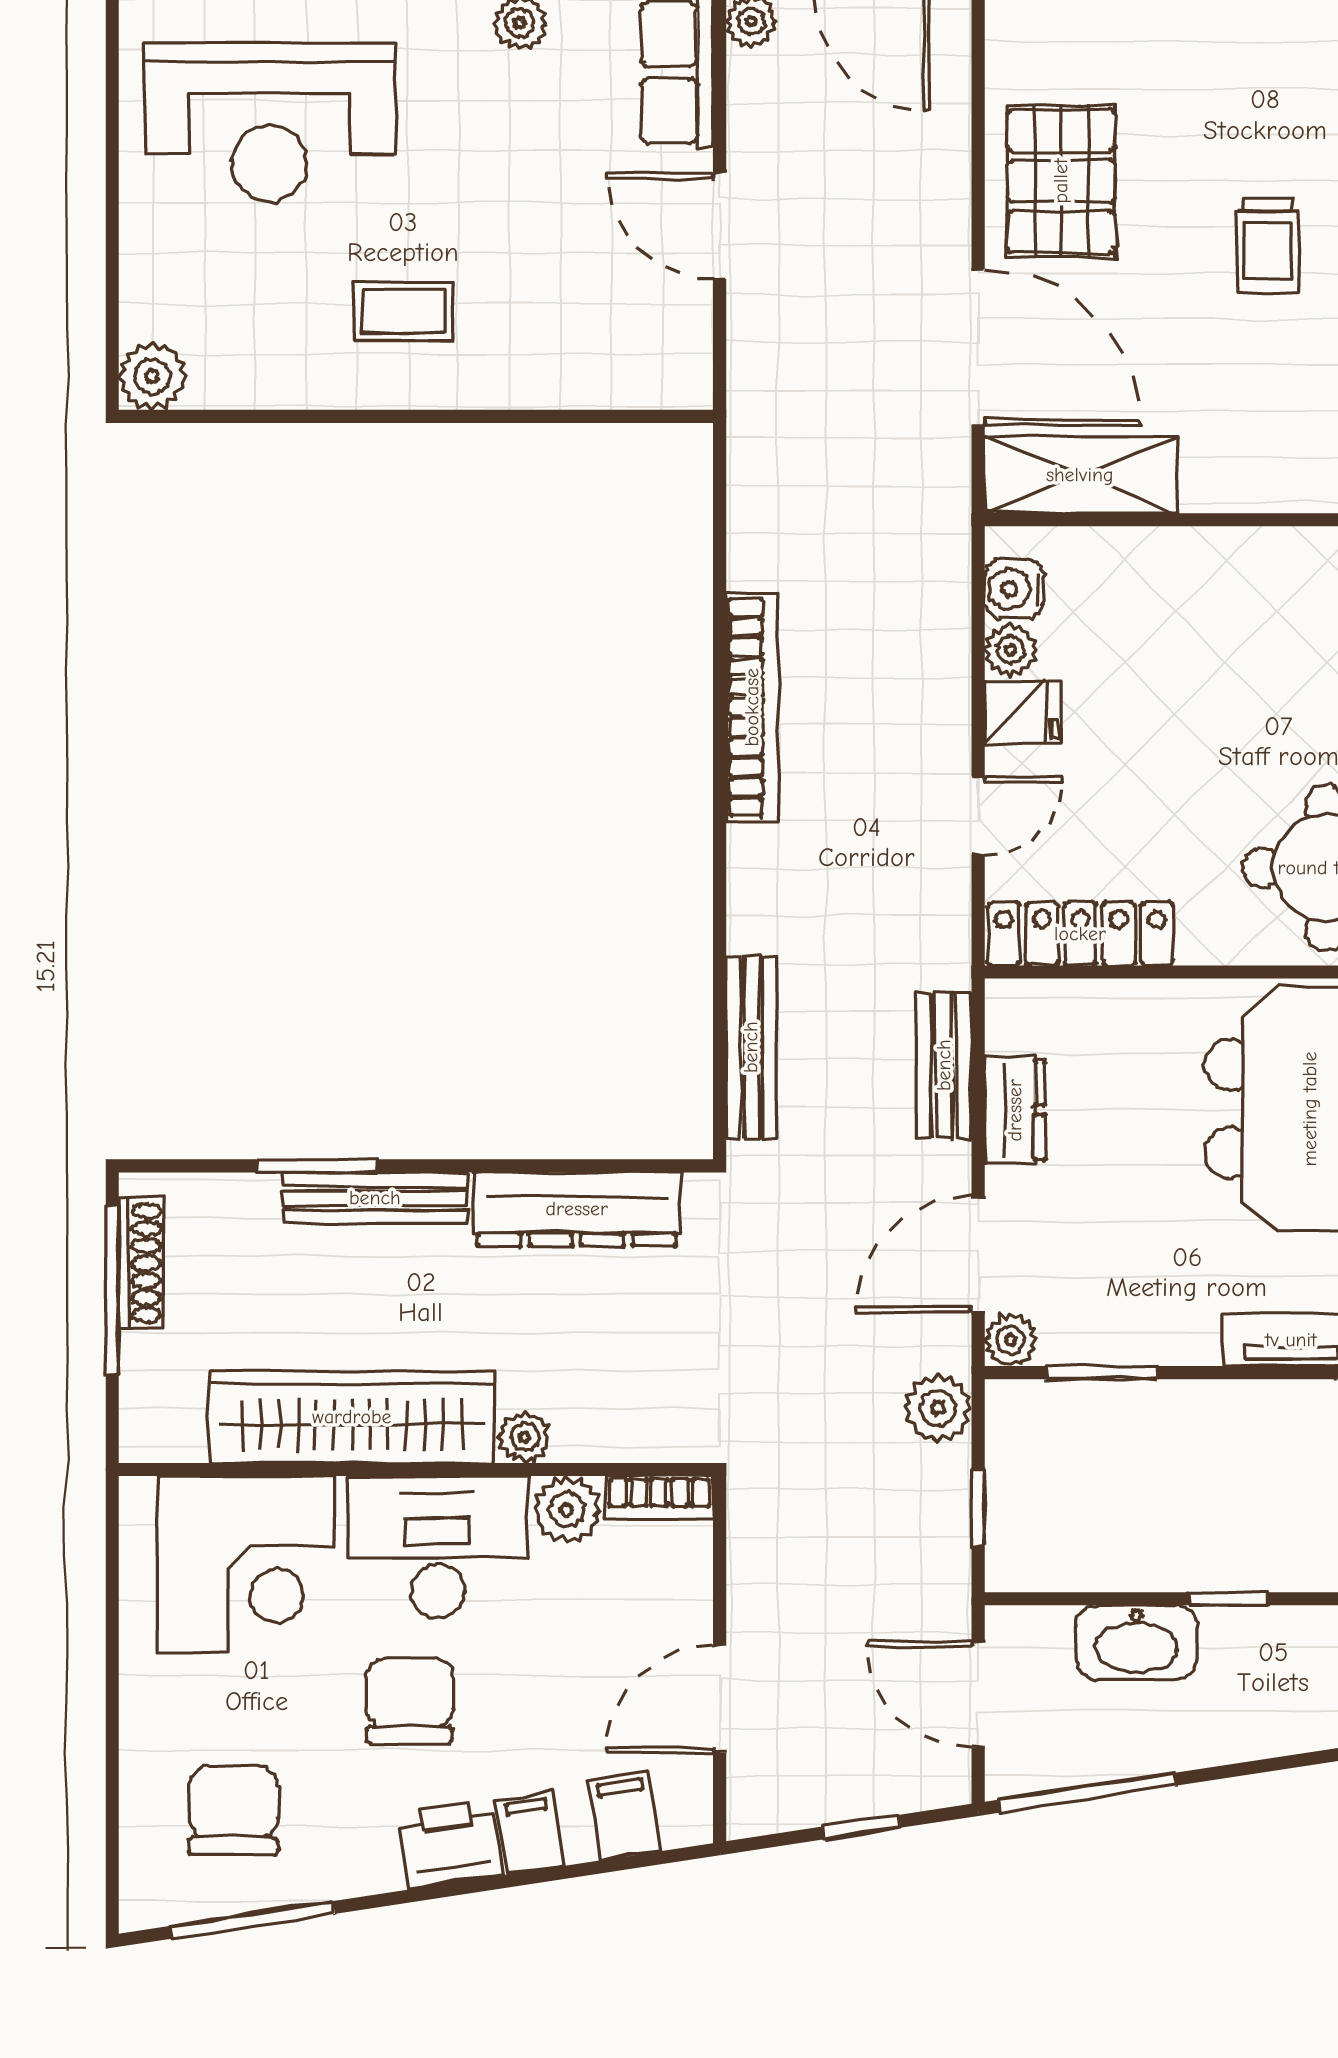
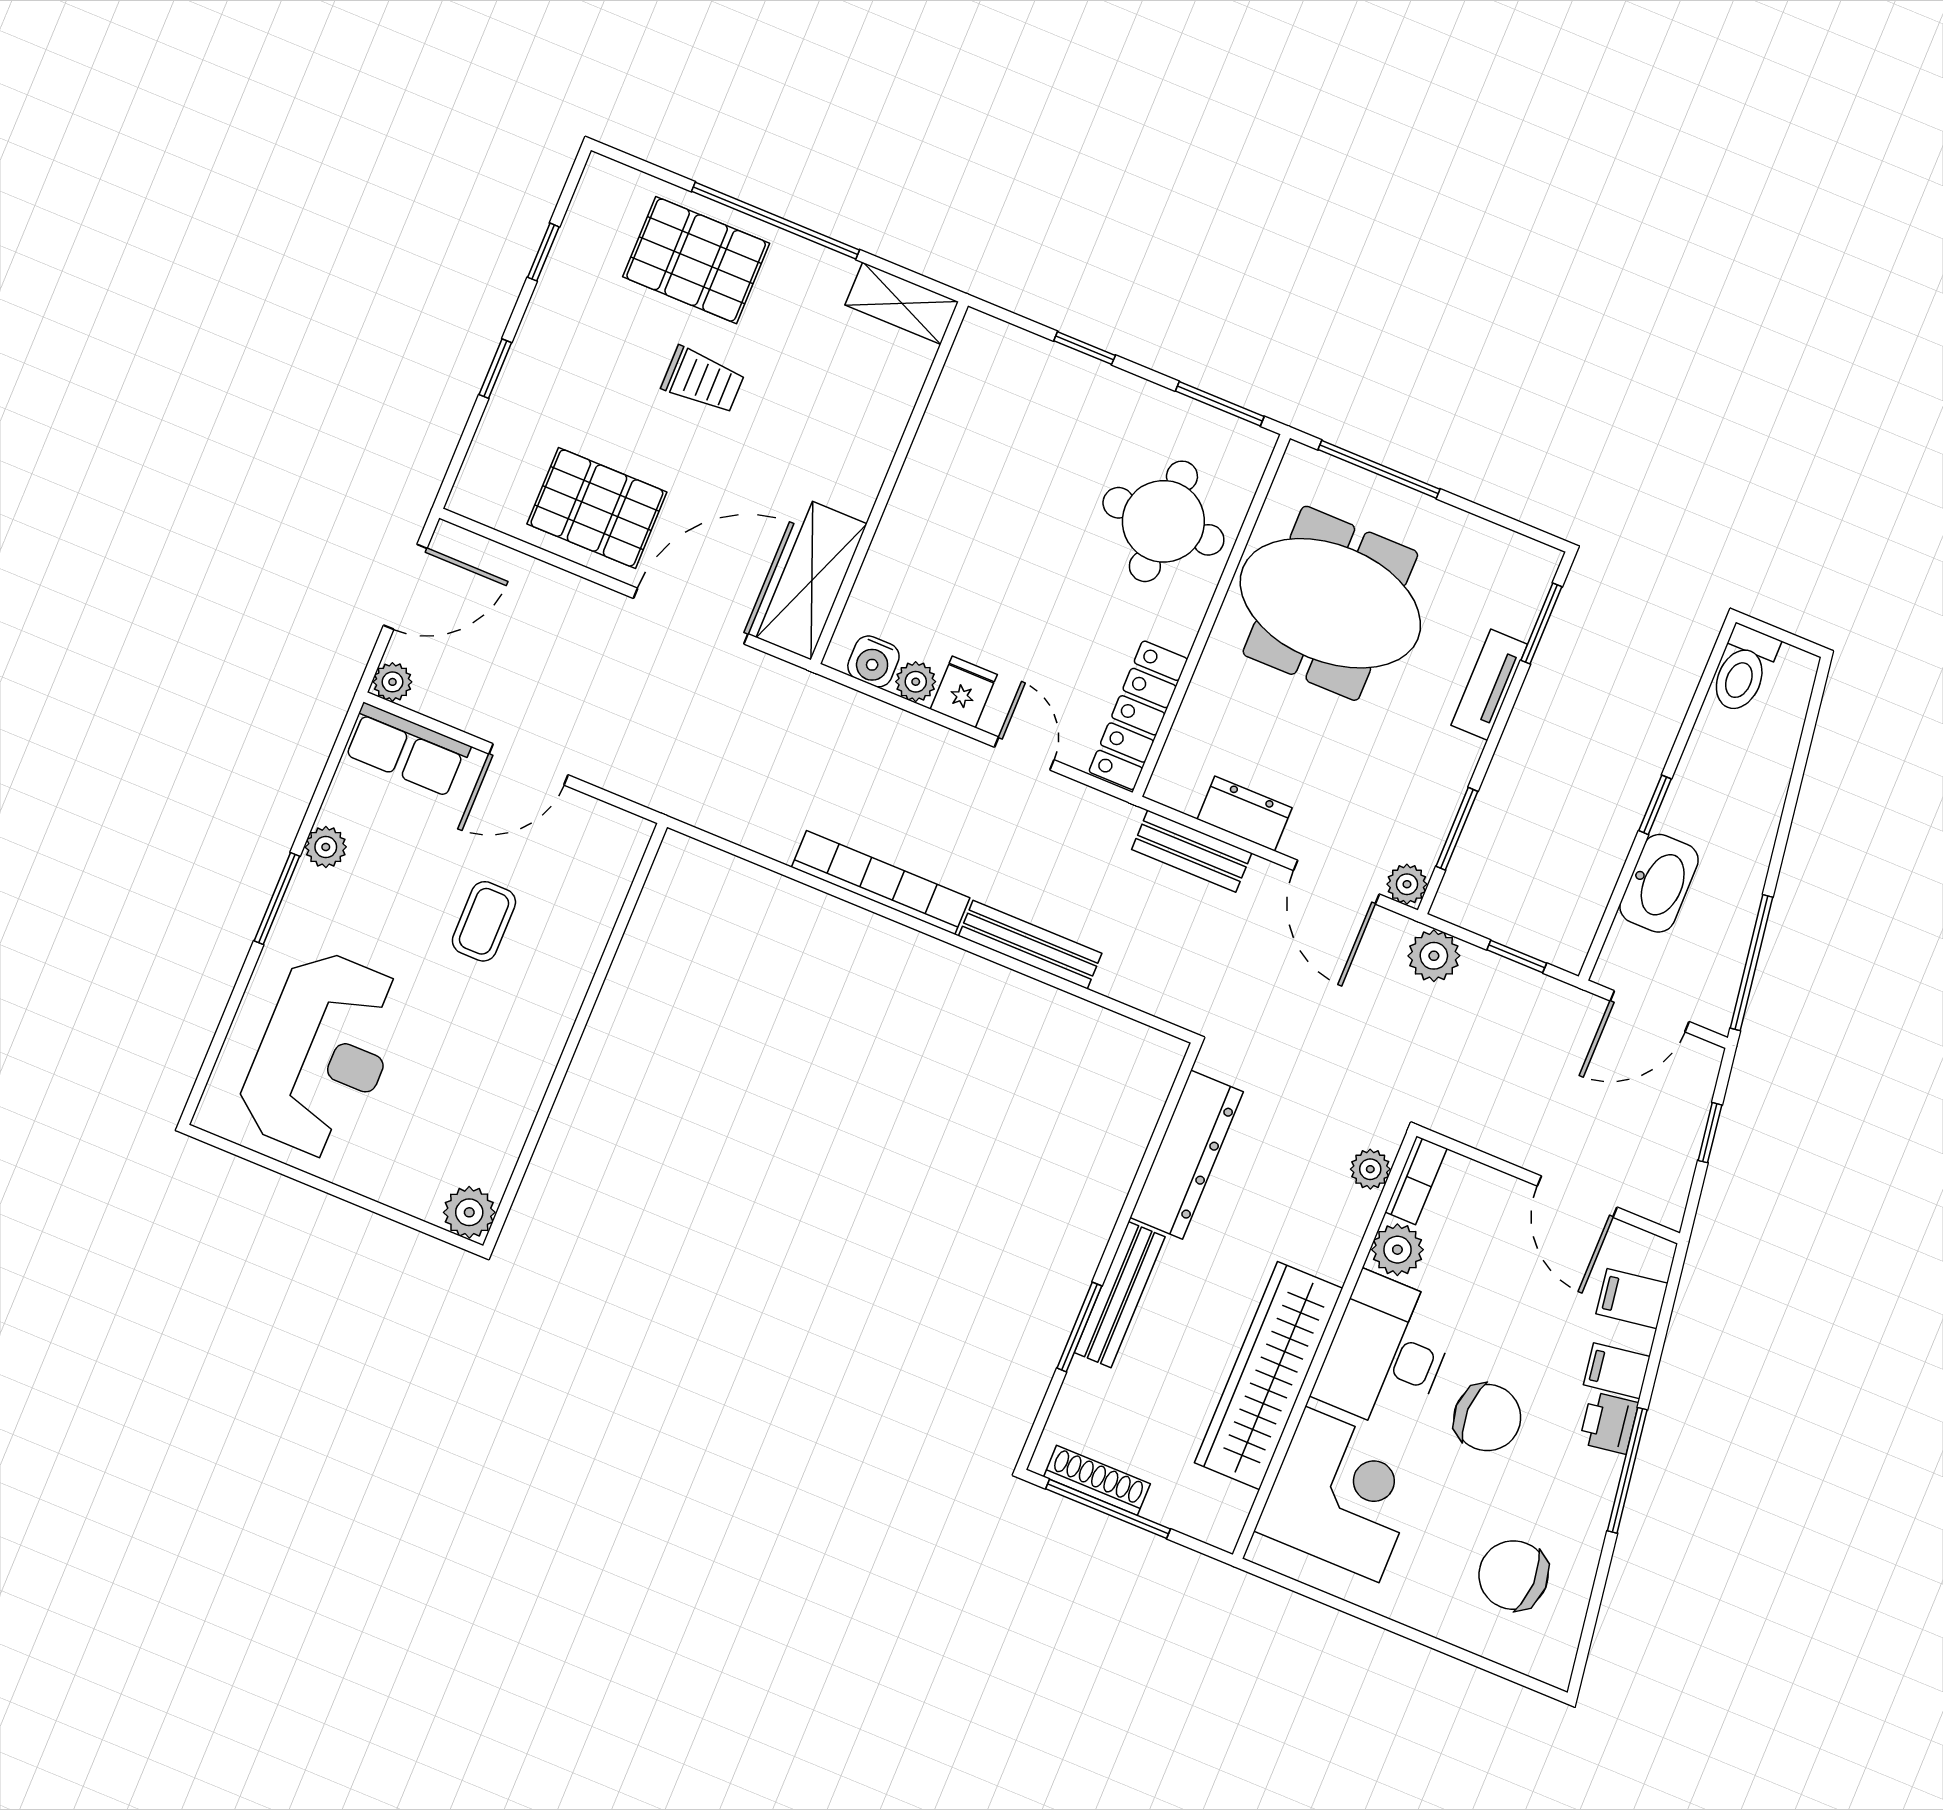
coffee table: (403, 311) -> (484, 921), moved
bench: (751, 1047) -> (1030, 945), moved
plant: (525, 1437) -> (1370, 1169), moved
chair: (410, 1701) -> (1487, 1418), turned 180
printer: (450, 1844) -> (1609, 1423), width x0.73, depth x0.81
window: (253, 1920) -> (1627, 1470), moved

